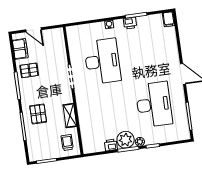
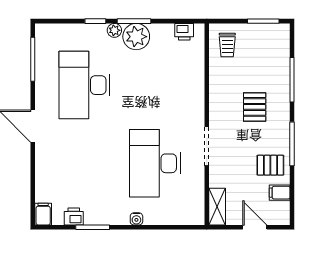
printer: (130, 23) -> (74, 216), moved
filing cabinet: (20, 49) -> (280, 193), width x0.50
pallet: (38, 114) -> (255, 107), moved
shelving: (70, 116) -> (217, 207), moved
printer: (111, 145) -> (184, 32), moved

